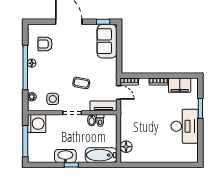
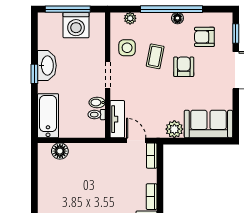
window: (103, 22) -> (236, 34), moved
armchair: (45, 44) -> (204, 37), turned -90
armchair: (66, 59) -> (184, 67), added
plant: (111, 65) -> (174, 129), added
coffee table: (81, 83) -> (155, 56), moved
door: (119, 92) -> (136, 140), swing flipped
washing machine: (37, 124) -> (76, 25), moved

